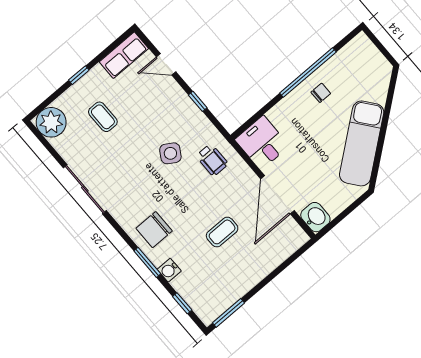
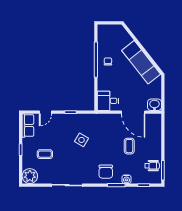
wheelchair: (212, 160) -> (152, 166), moved

